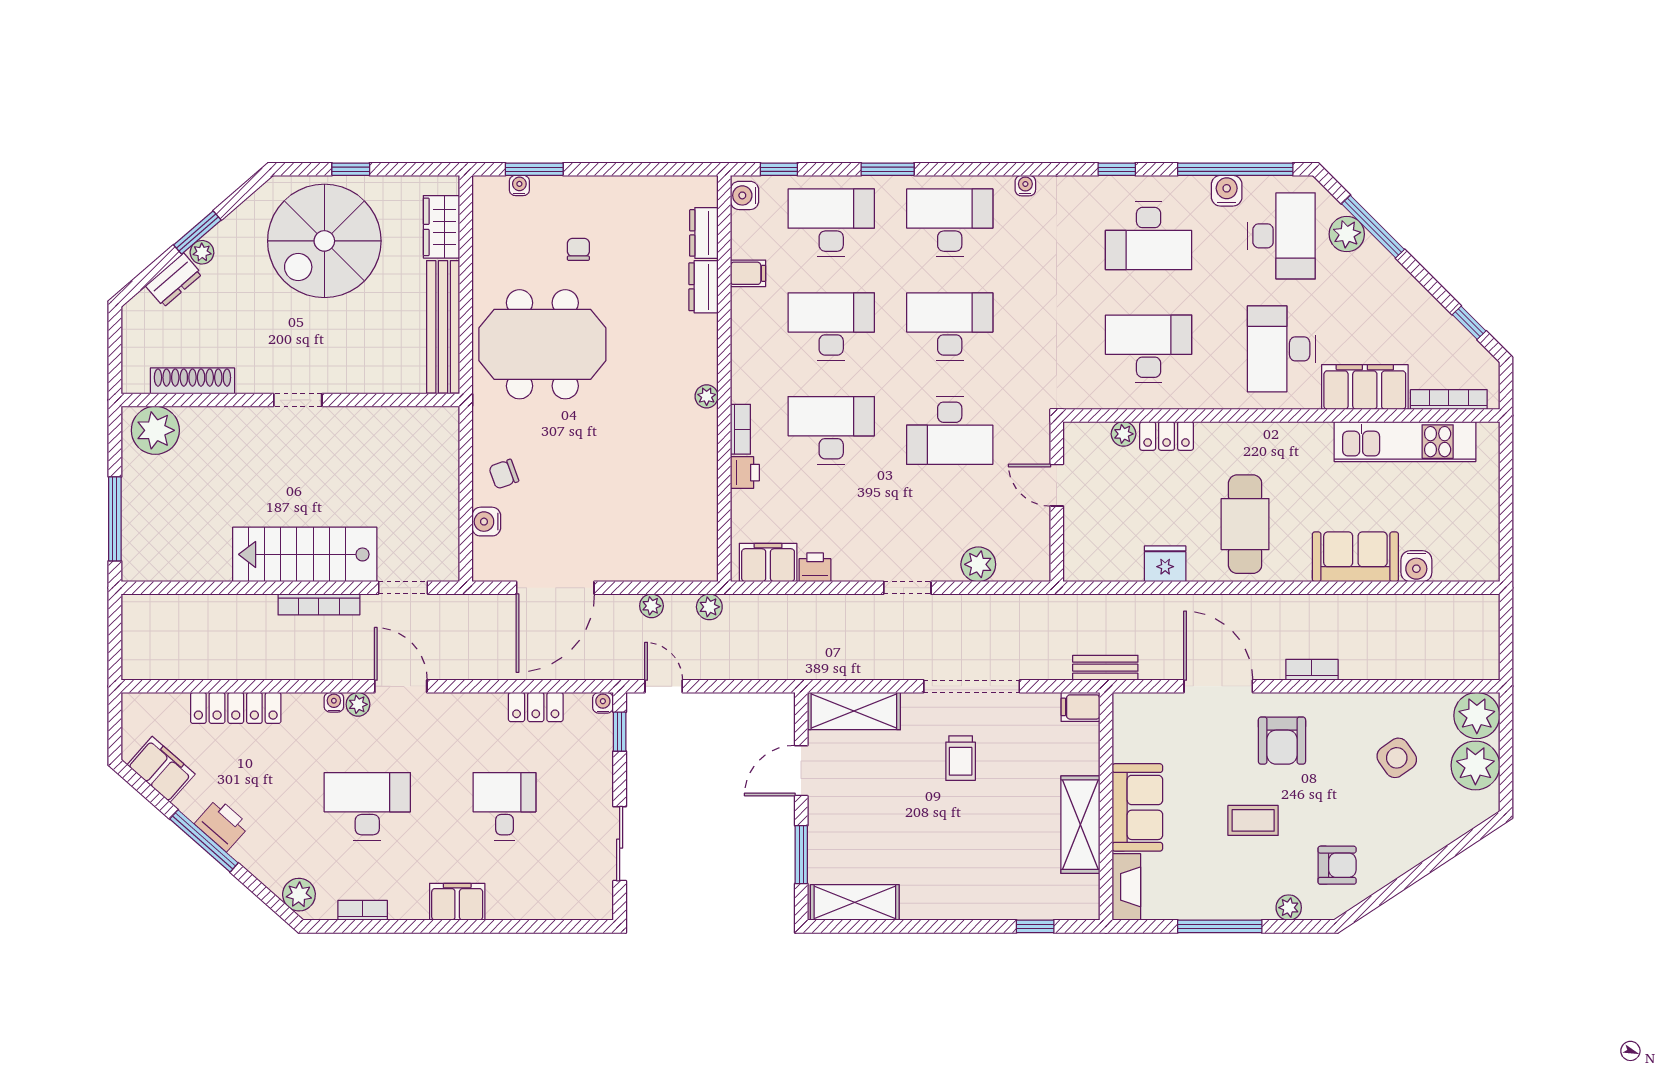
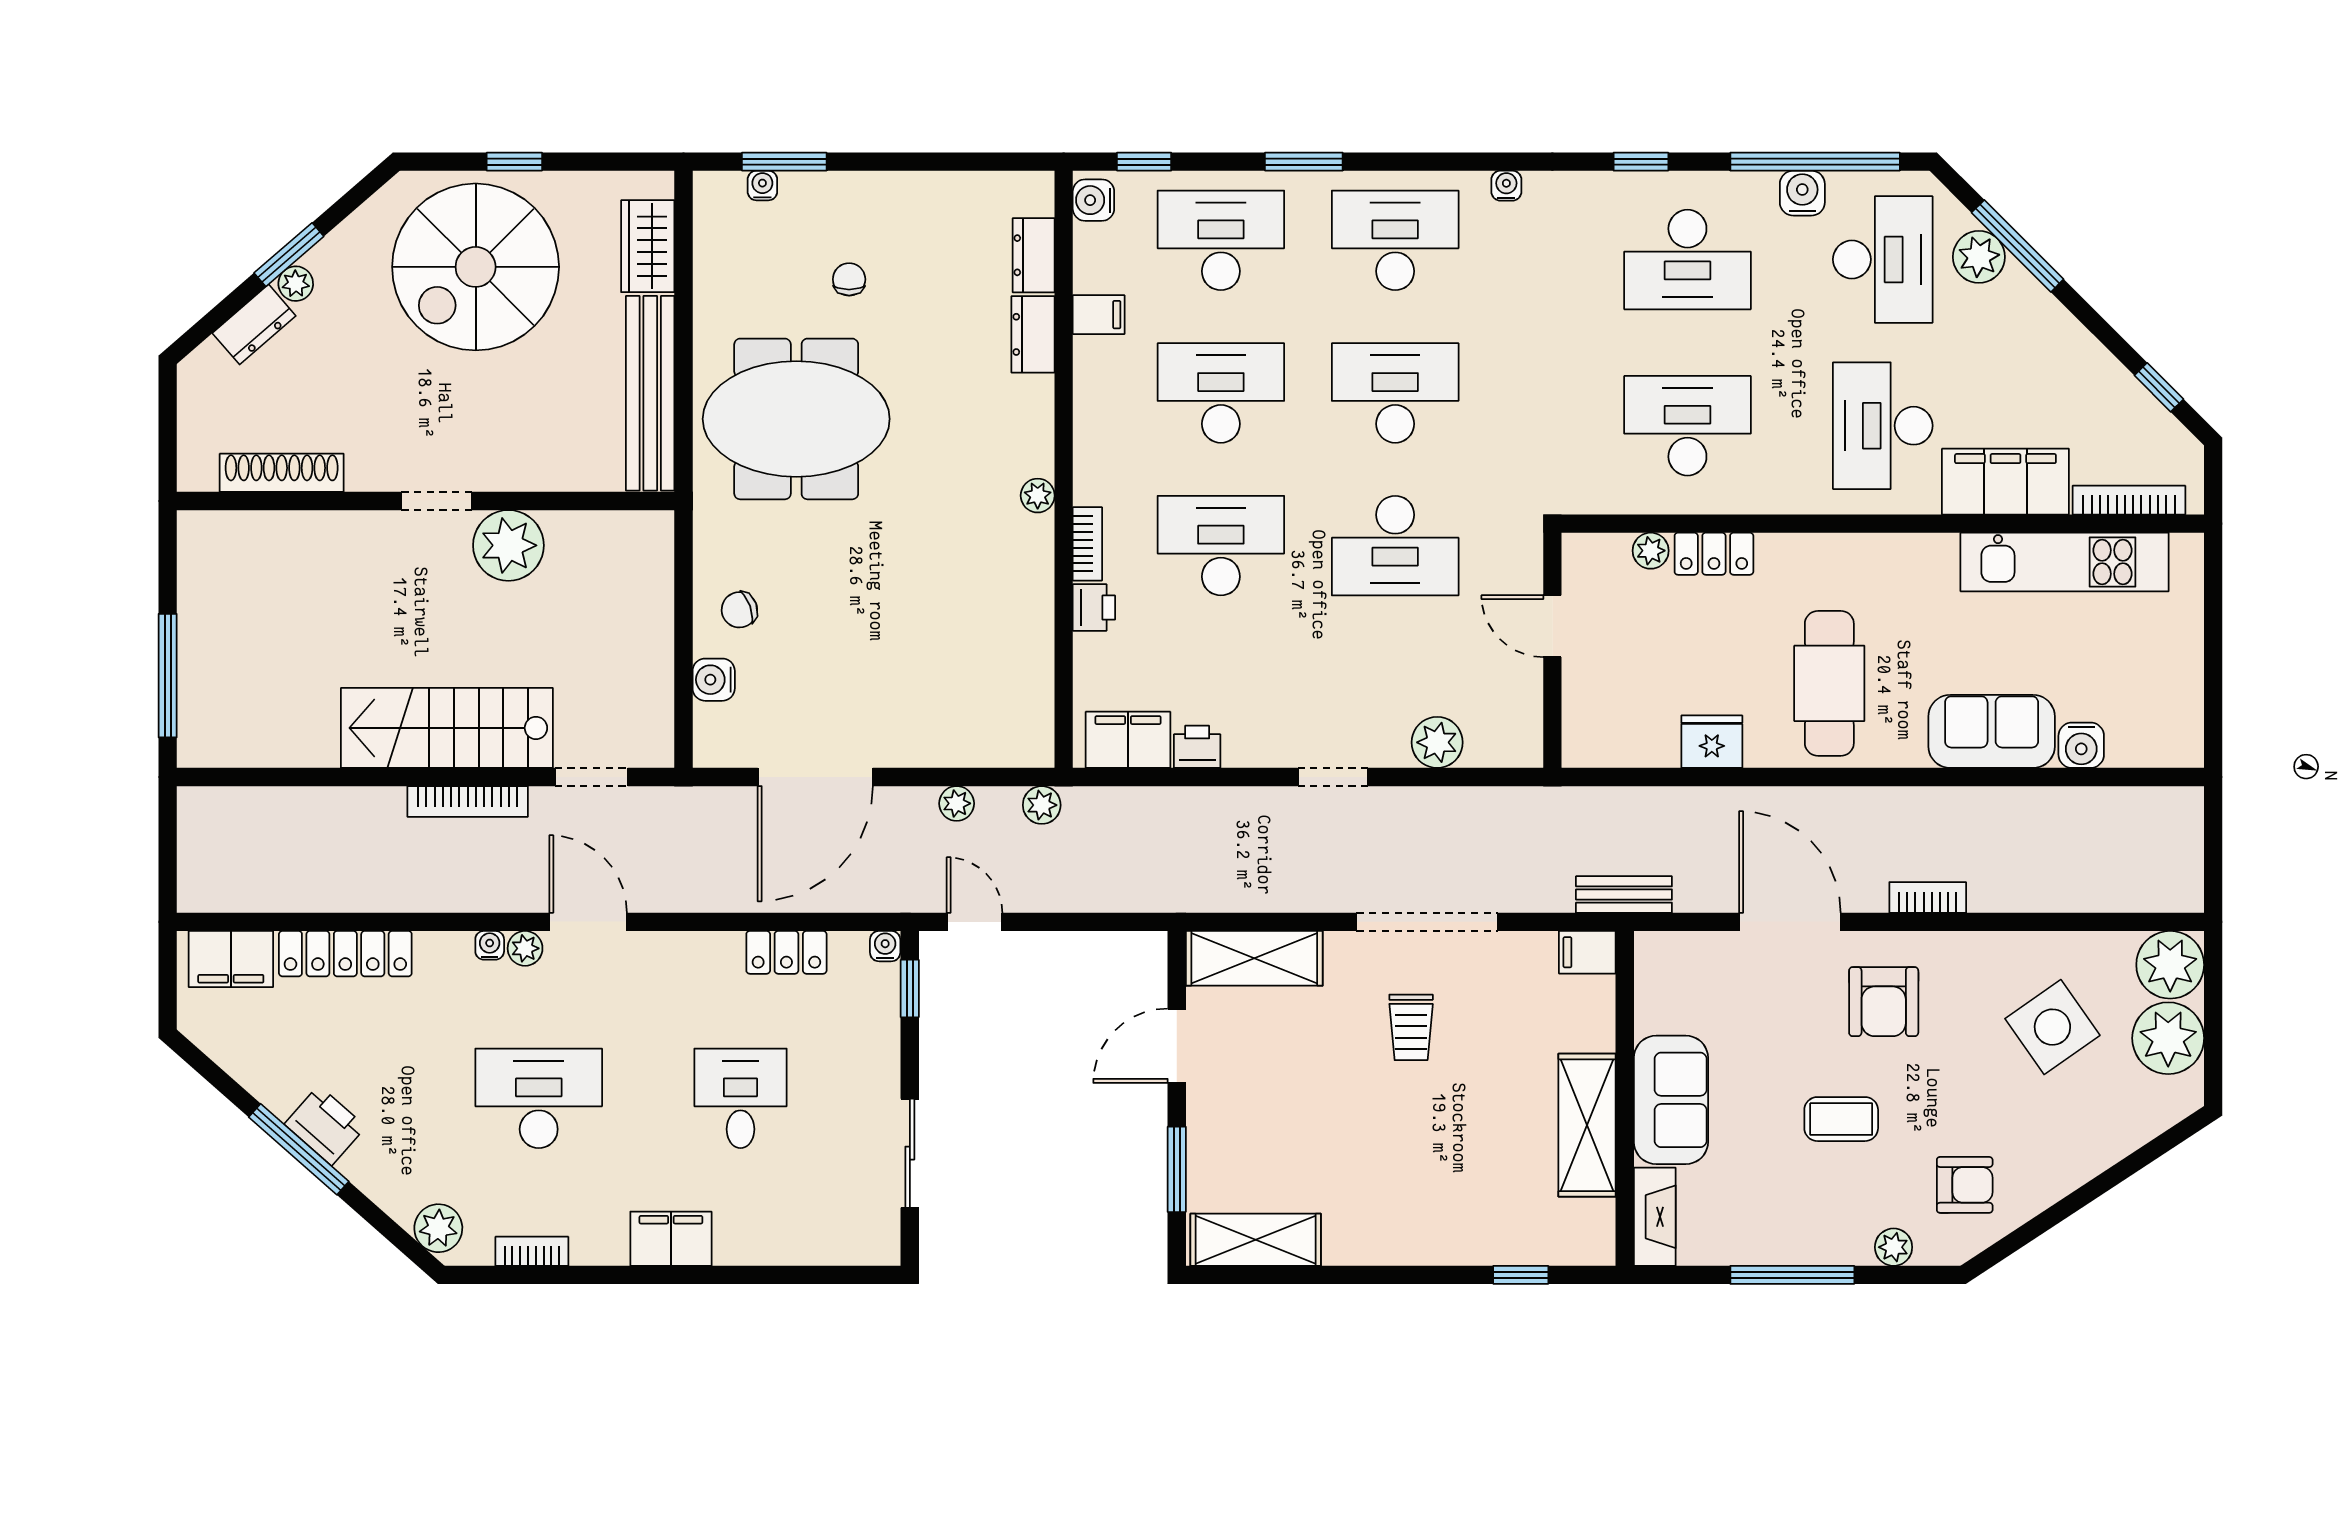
plant: (155, 430) -> (508, 545), moved
side table: (1397, 758) -> (2052, 1027), width x1.37, depth x1.37
filing cabinet: (161, 769) -> (231, 959), moved, turned 139

